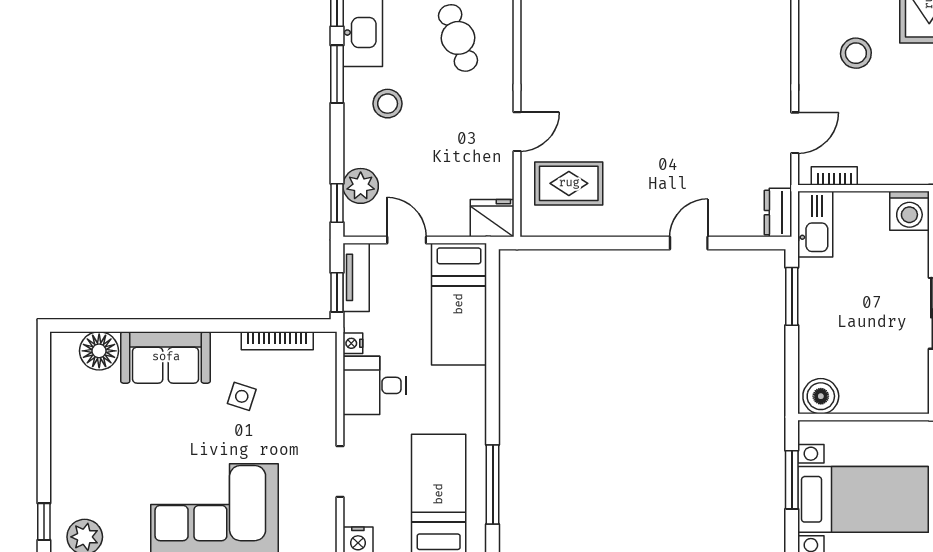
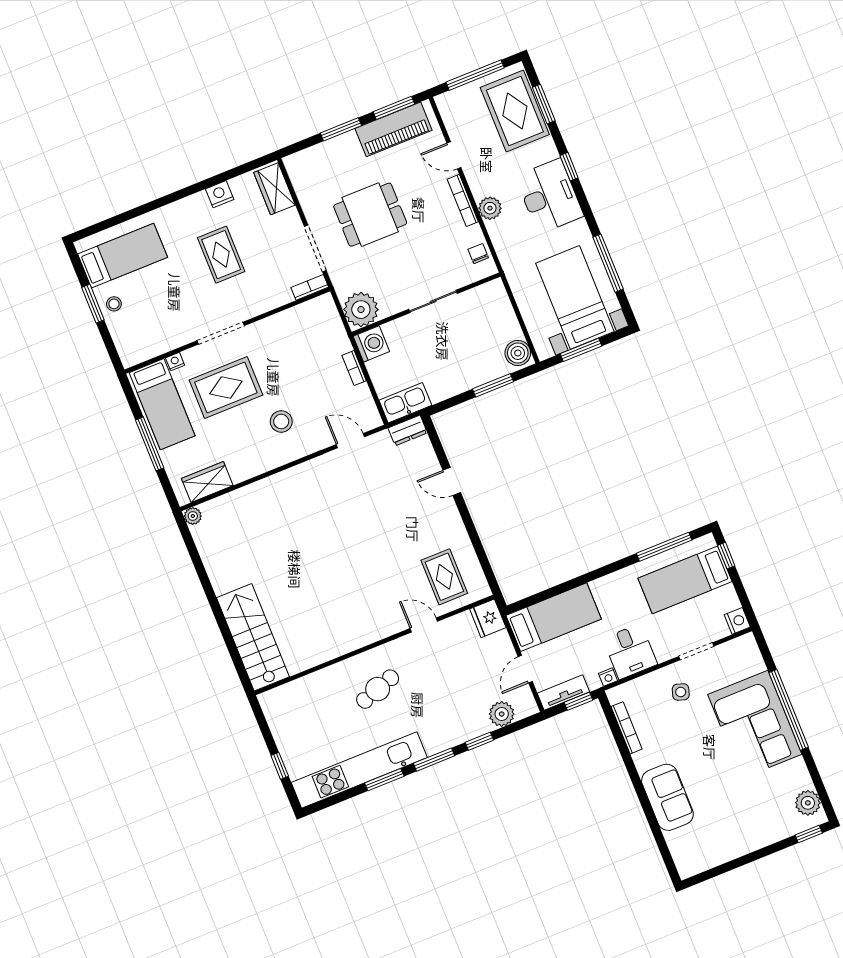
stool: (388, 104) -> (440, 718), removed
bookcase: (834, 176) -> (354, 368), moved
window: (337, 203) -> (479, 741), moved
window: (792, 296) -> (493, 385), moved
floor lamp: (99, 351) -> (681, 843), removed
side table: (242, 396) -> (681, 692), moved

